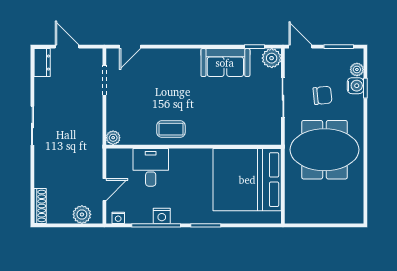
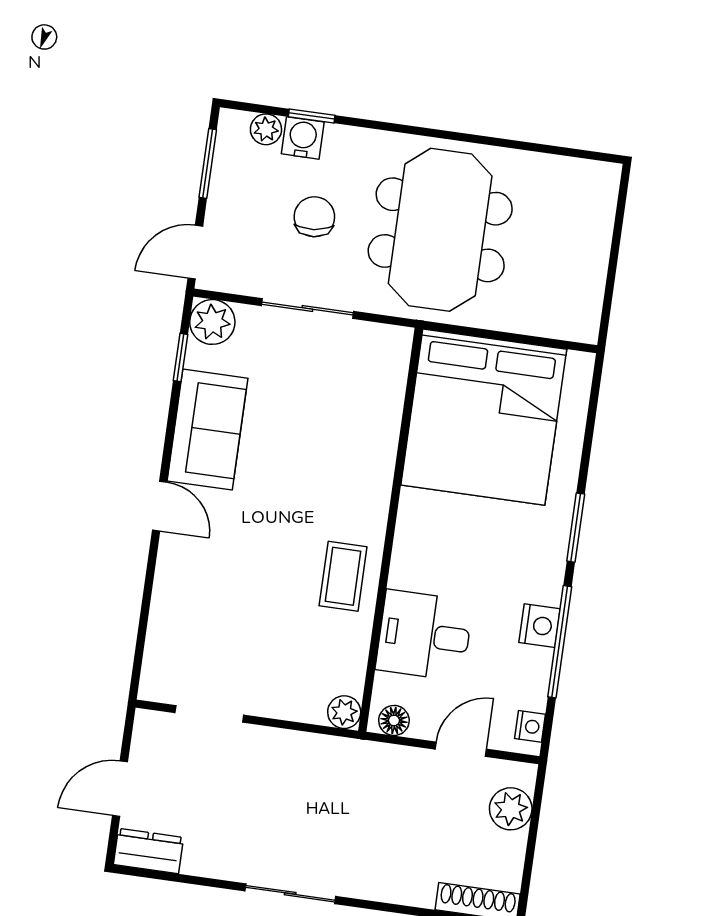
door: (130, 47) -> (160, 506), moved
floor lamp: (113, 159) -> (394, 720), added
door: (104, 190) -> (461, 749), hinge flipped

